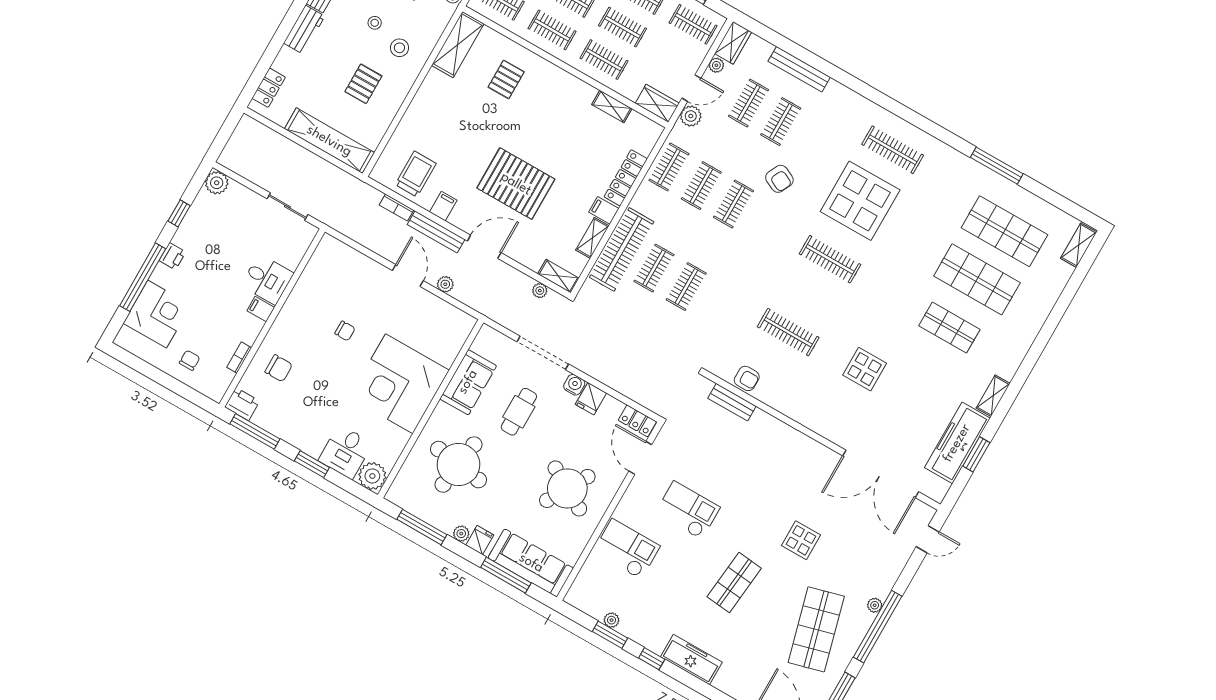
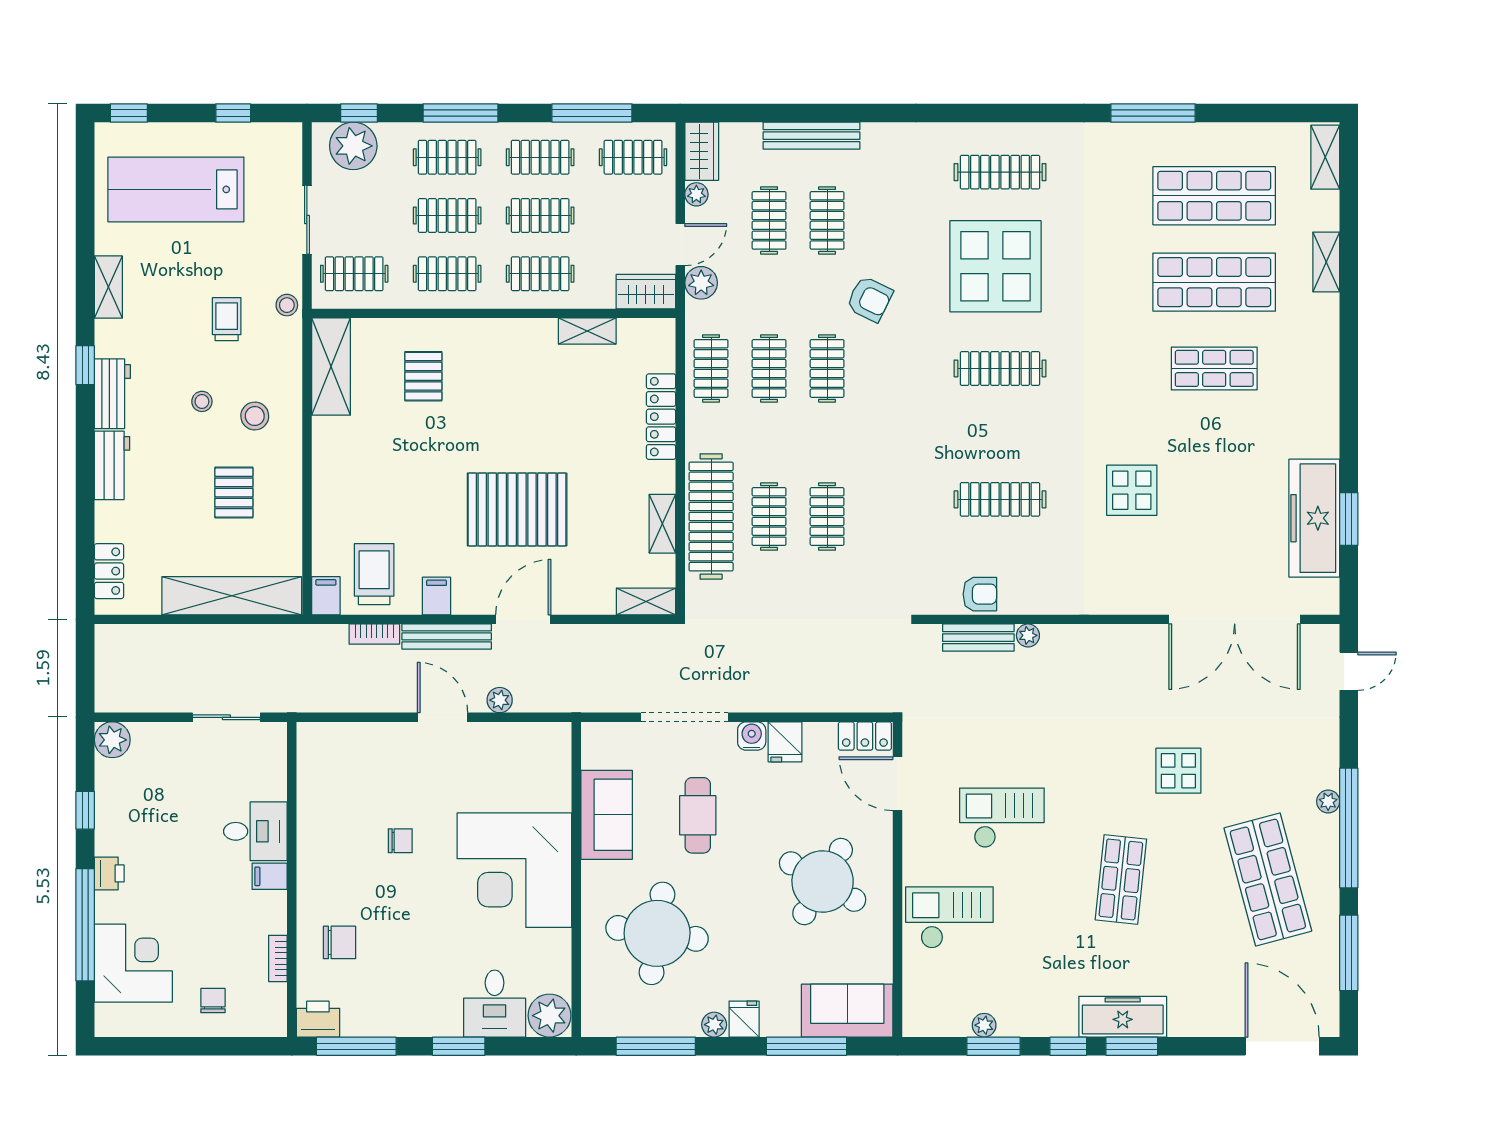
filing cabinet: (604, 210) -> (326, 596), moved, turned 90
plant: (540, 291) -> (1028, 635), moved
shelving: (993, 396) -> (1326, 262), moved
sofa: (531, 563) -> (847, 1011), width x0.73
window: (687, 679) -> (1132, 1046), added

